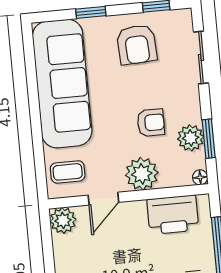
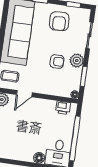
plant: (191, 138) -> (77, 61), moved
plant: (142, 174) -> (46, 86), removed
printer: (173, 215) -> (63, 108), width x0.53, depth x0.68

